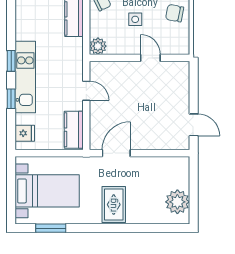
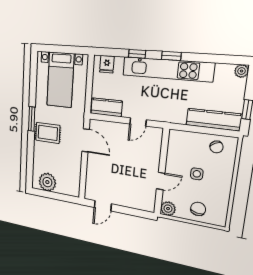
plant: (98, 46) -> (168, 209), moved
kitchen unit: (25, 77) -> (167, 69), width x1.36
window: (51, 228) -> (32, 119), moved

